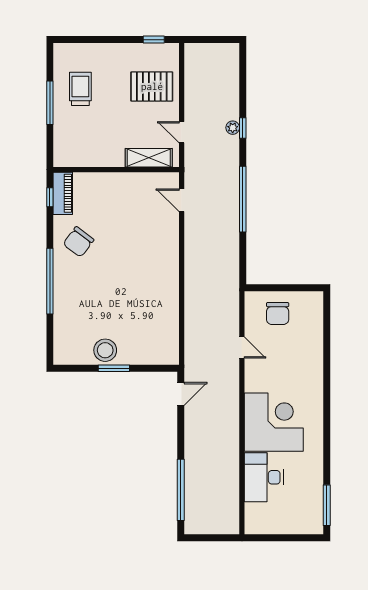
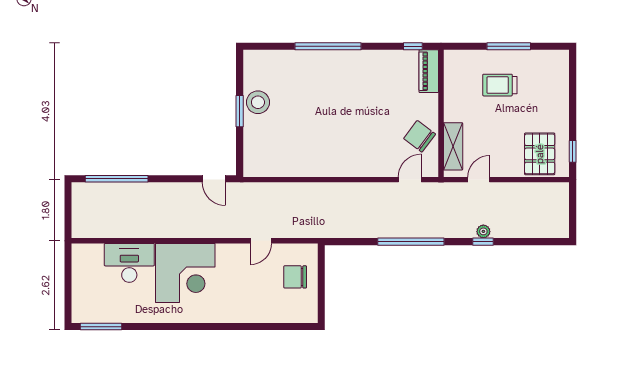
pallet: (152, 86) -> (540, 154), moved
trolley: (80, 89) -> (500, 85), moved, turned 180
piano: (63, 193) -> (429, 71), moved, turned 90
chair: (78, 242) -> (420, 136), moved

